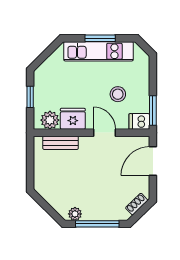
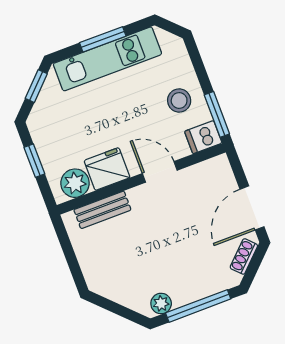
window: (48, 52) -> (36, 86), added
stool: (118, 94) -> (179, 101), moved
door: (153, 161) -> (252, 208), moved

